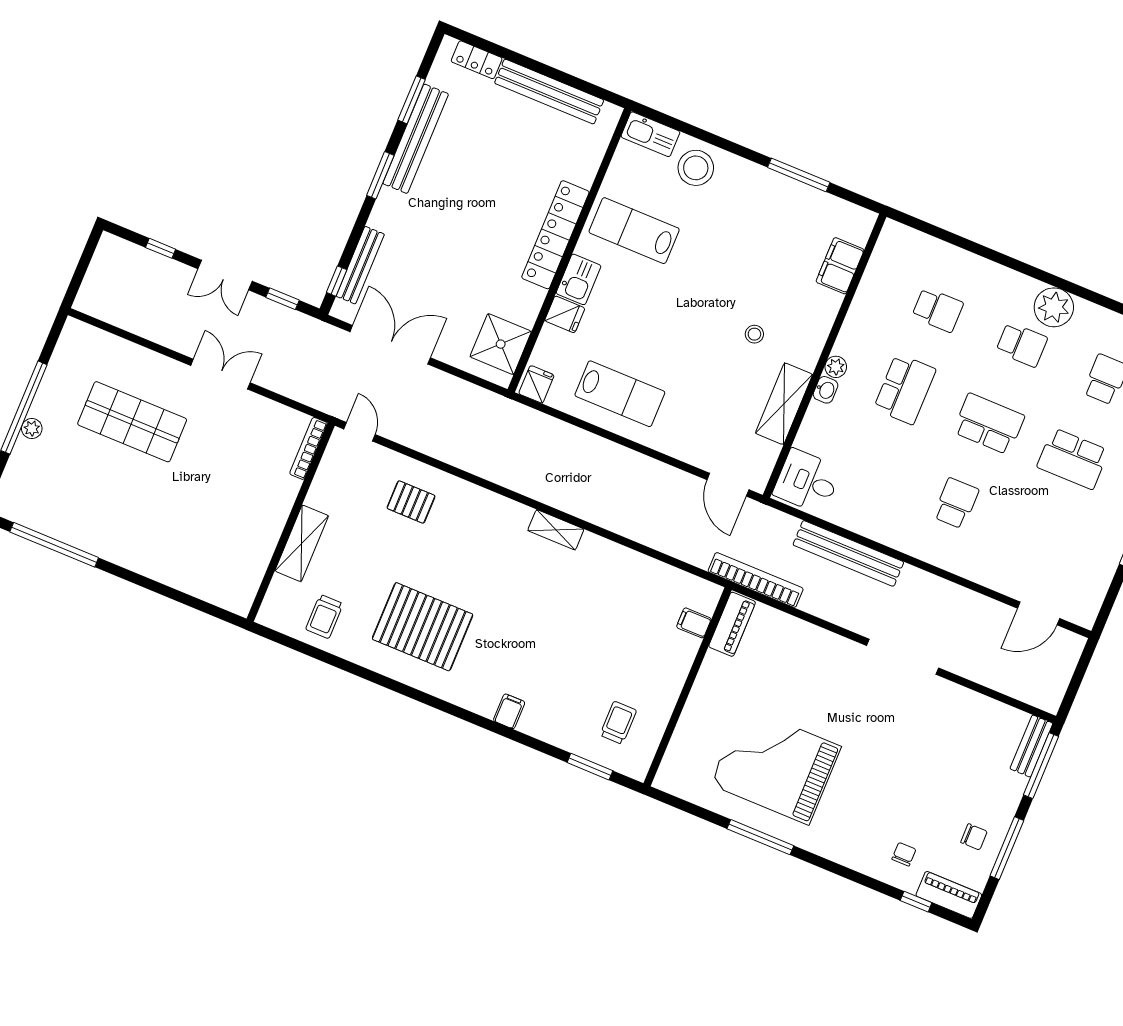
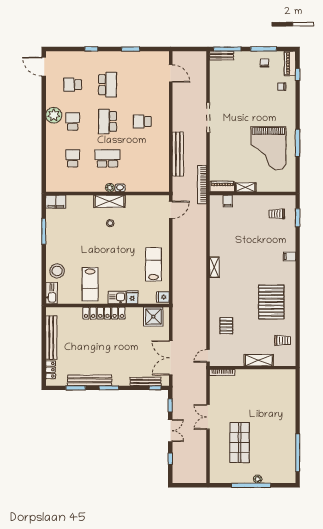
filing cabinet: (840, 266) -> (56, 202), moved
shelving: (784, 404) -> (109, 201), moved
desk: (807, 481) -> (157, 181), removed
shelving: (708, 676) -> (246, 187), added

